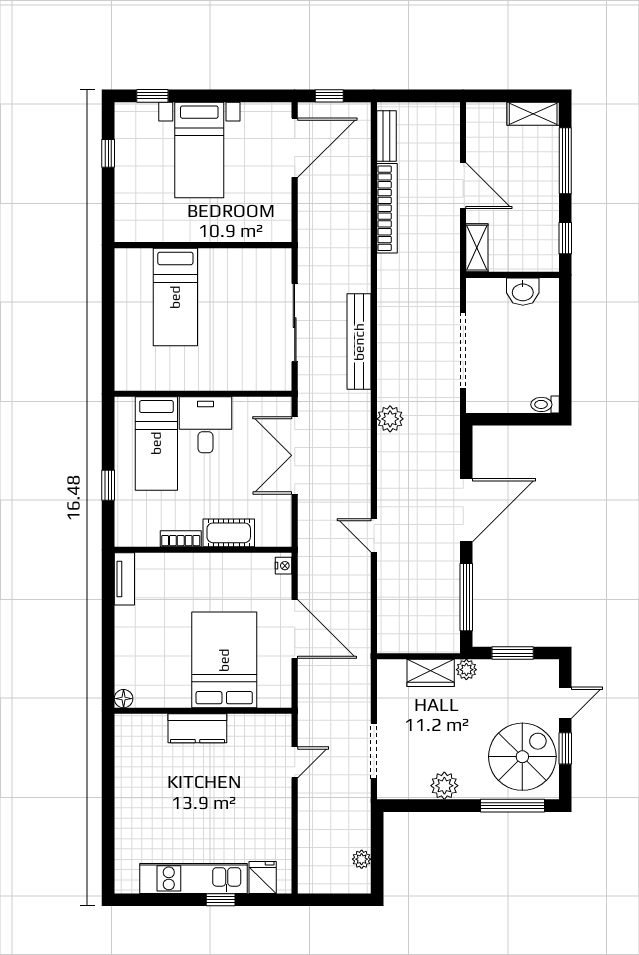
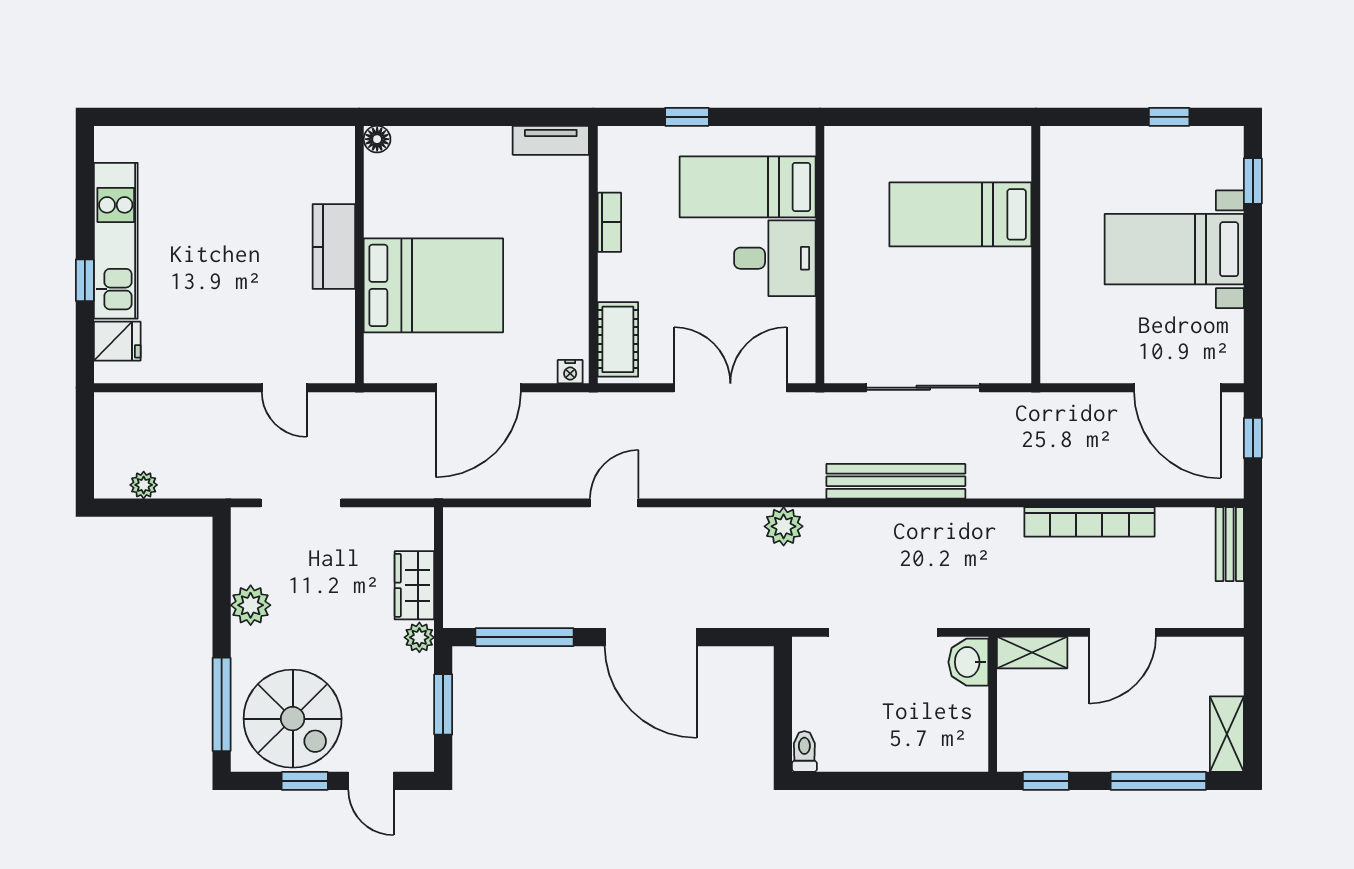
bench: (387, 136) -> (1230, 544), moved, turned 90
washbasin: (523, 292) -> (968, 662), moved
cot: (229, 533) -> (618, 339), moved

